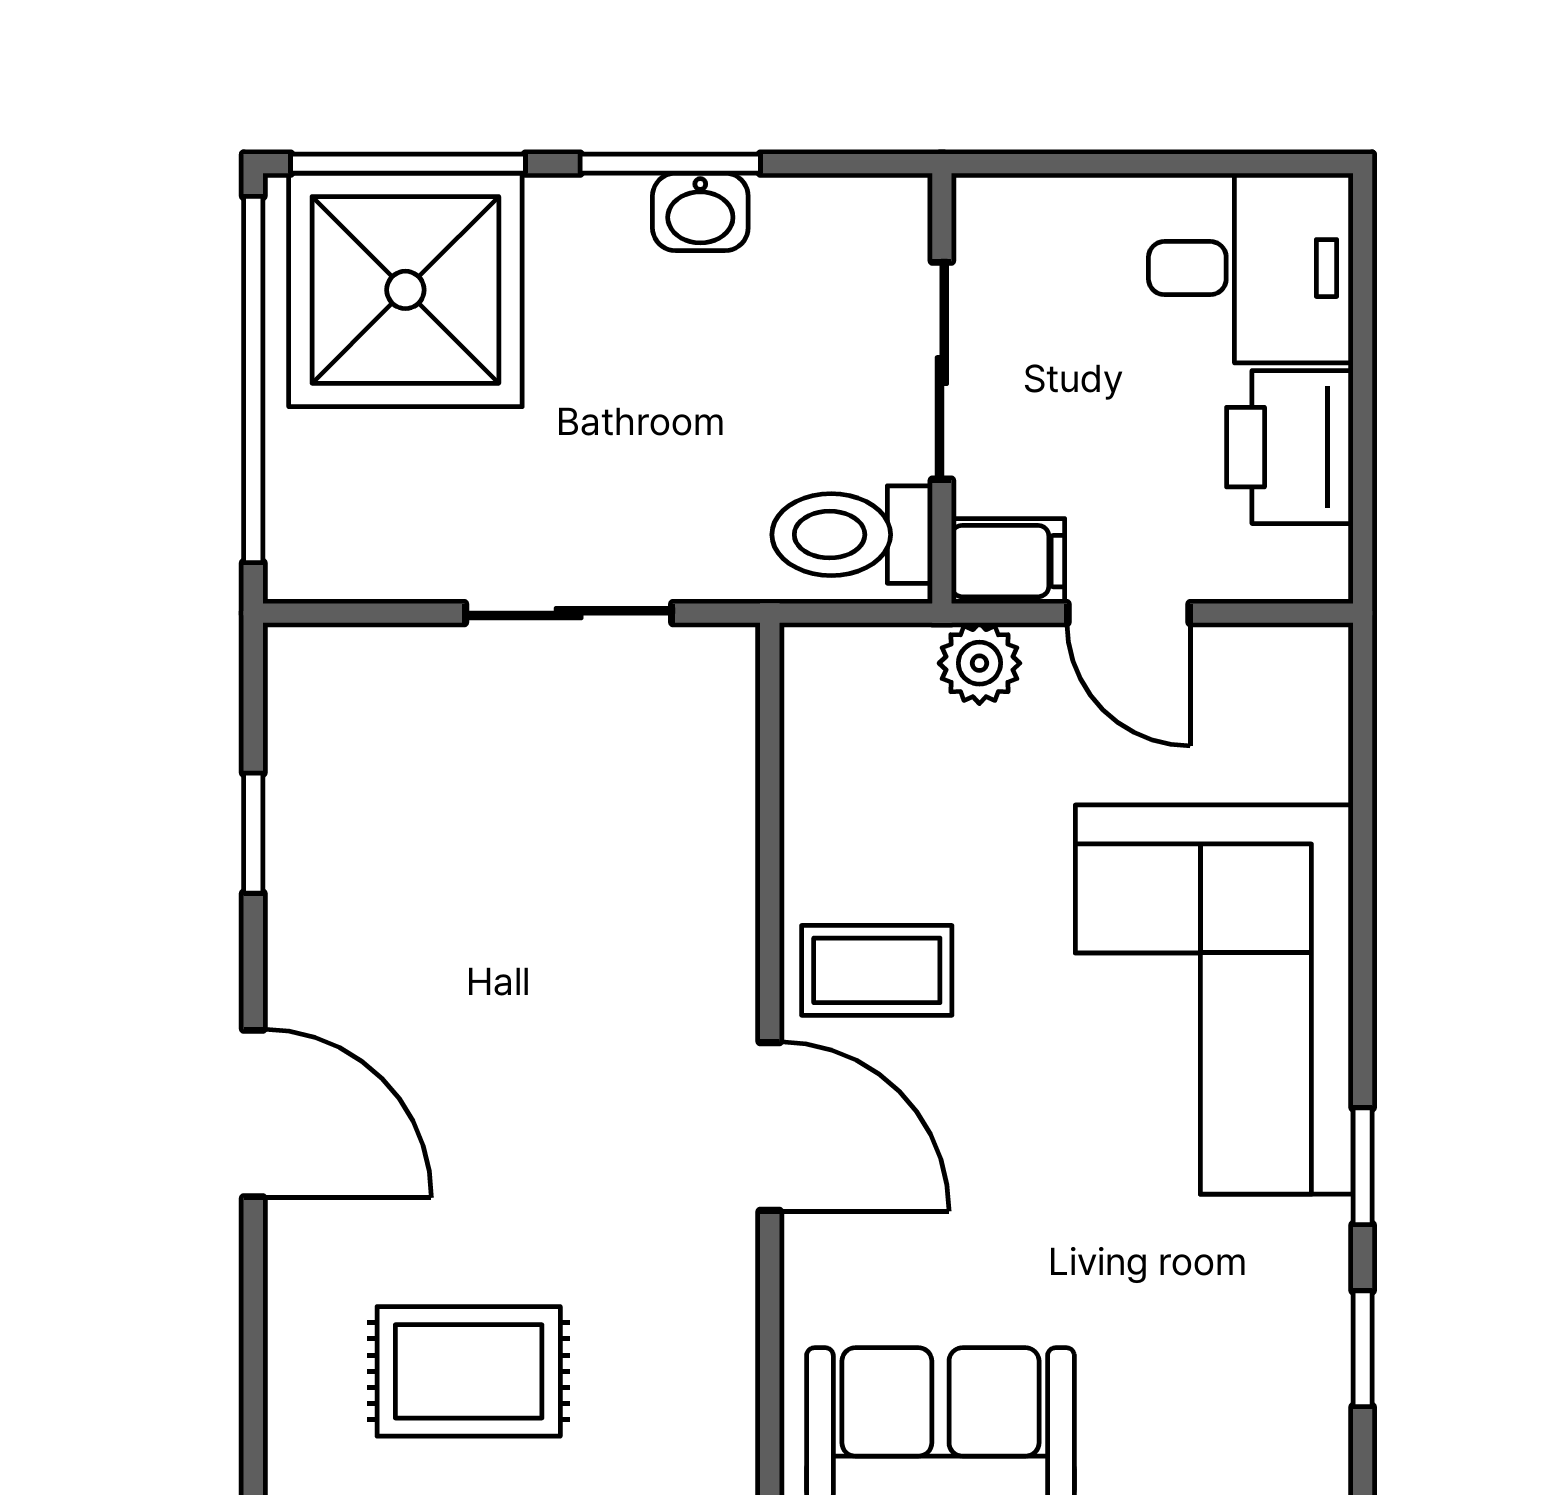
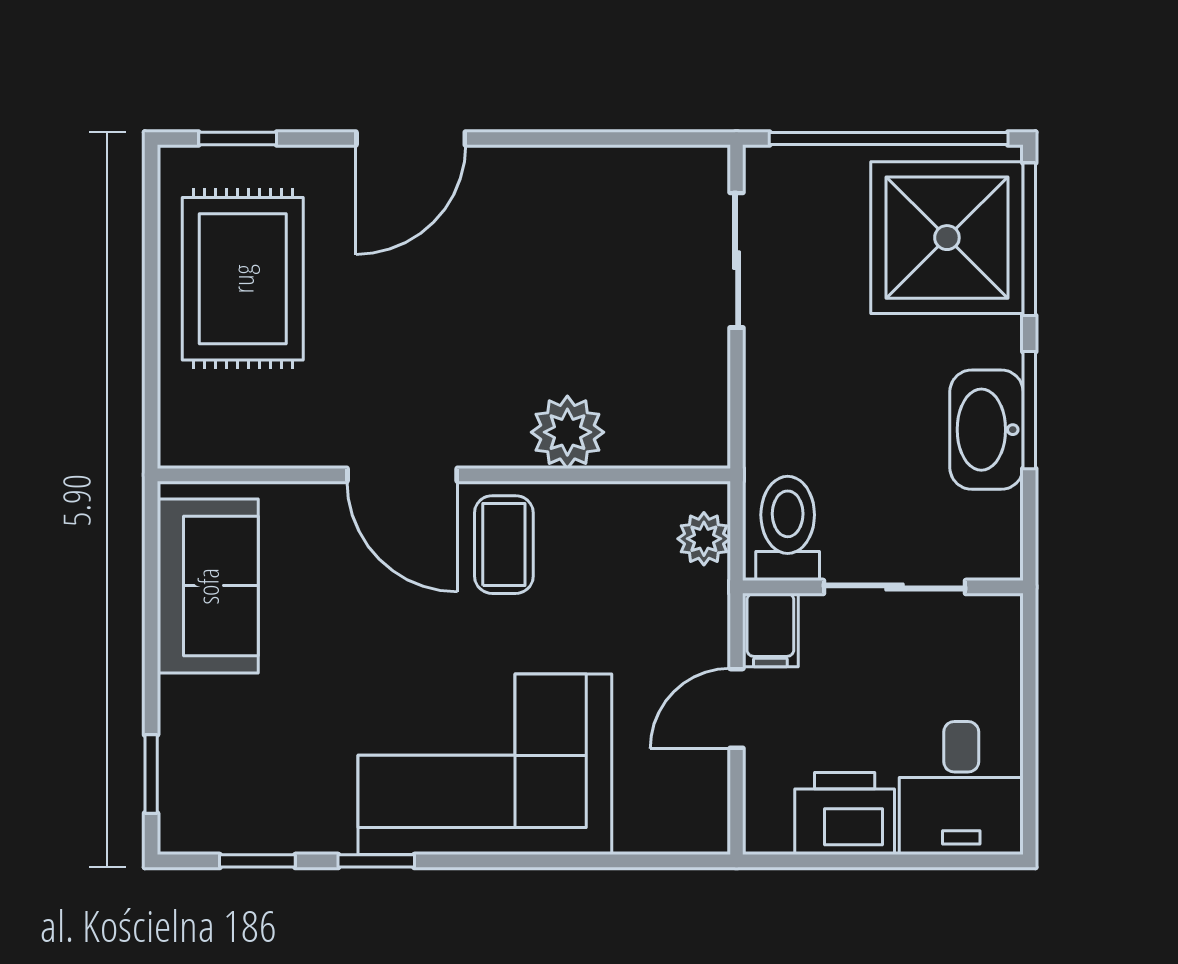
washbasin: (700, 212) -> (986, 430), width x1.91, depth x1.45
sliding door: (569, 613) -> (737, 260), moved
plant: (979, 663) -> (704, 539), moved
window: (253, 833) -> (238, 138), moved
plant: (704, 873) -> (567, 432), added
door: (770, 1127) -> (402, 475), hinge flipped
rug: (469, 1371) -> (243, 279), width x1.36, depth x1.43

